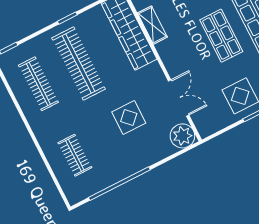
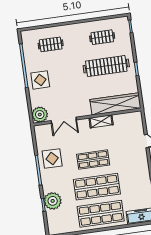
shelving: (152, 25) -> (101, 121), moved
clothes rail: (38, 84) -> (102, 37), width x0.73
display table: (129, 117) -> (40, 80), moved

